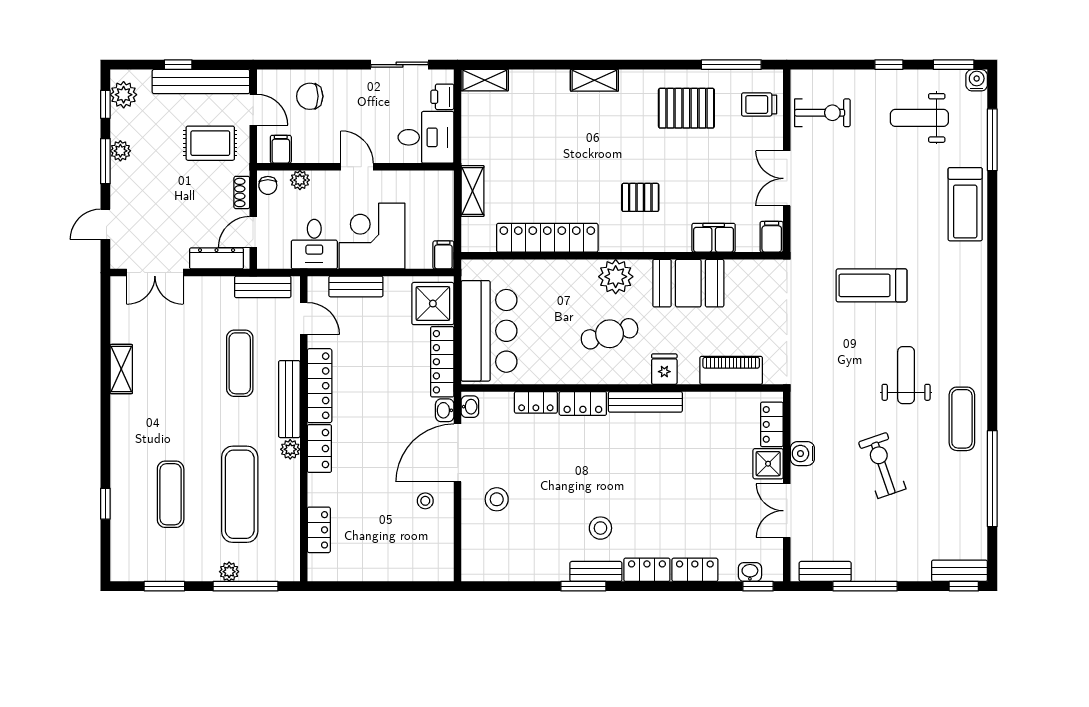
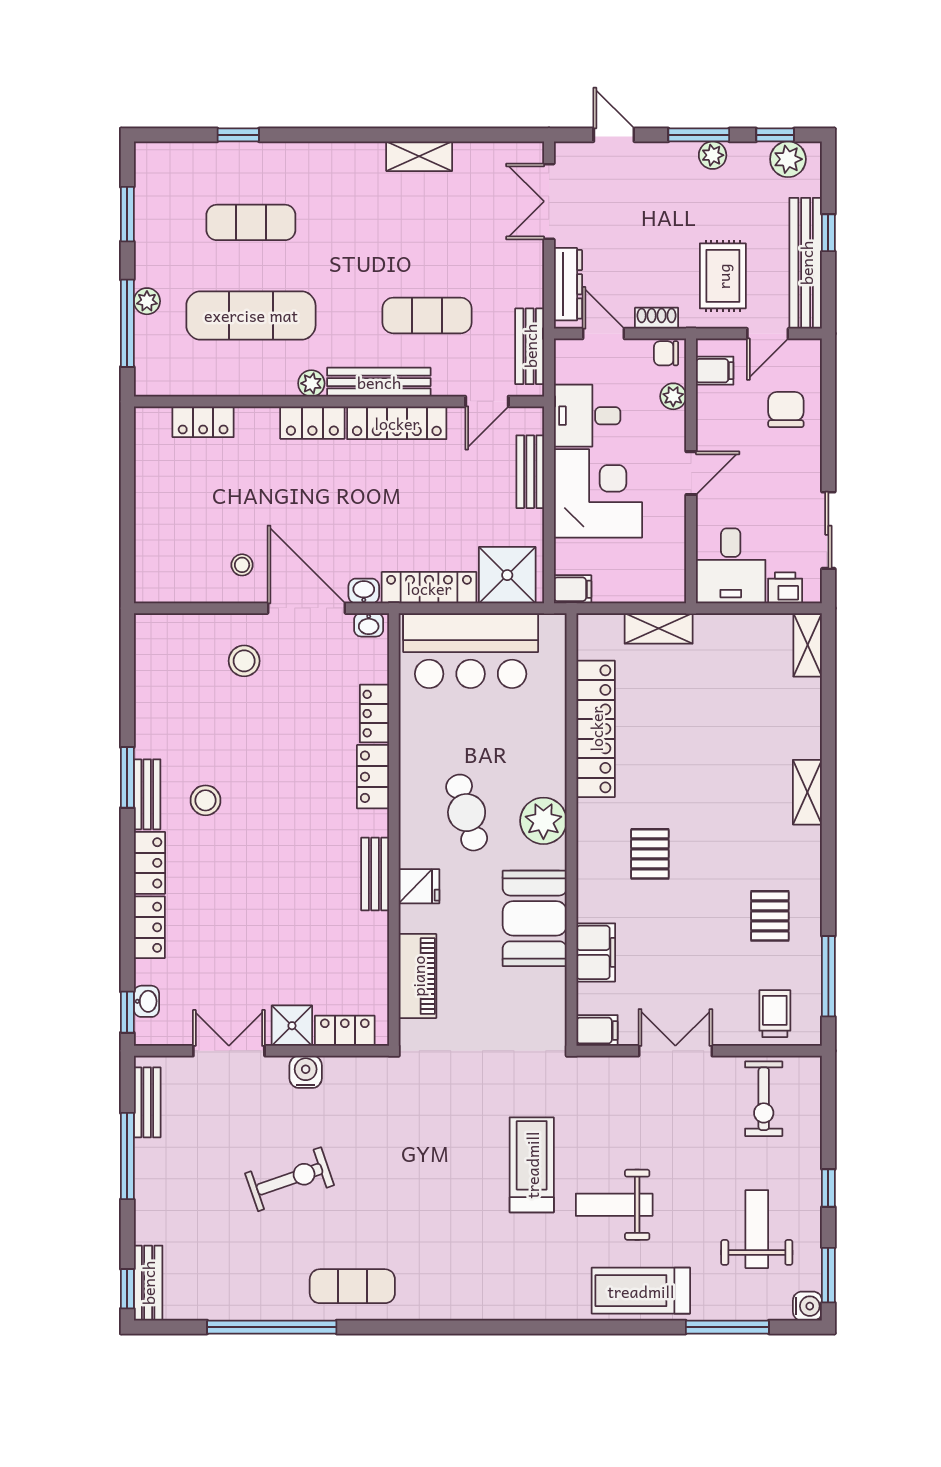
pallet: (686, 108) -> (770, 916), width x0.67, depth x0.71
weight bench: (906, 375) -> (614, 1205), moved, turned 180
bench: (645, 402) -> (375, 874), width x0.73

